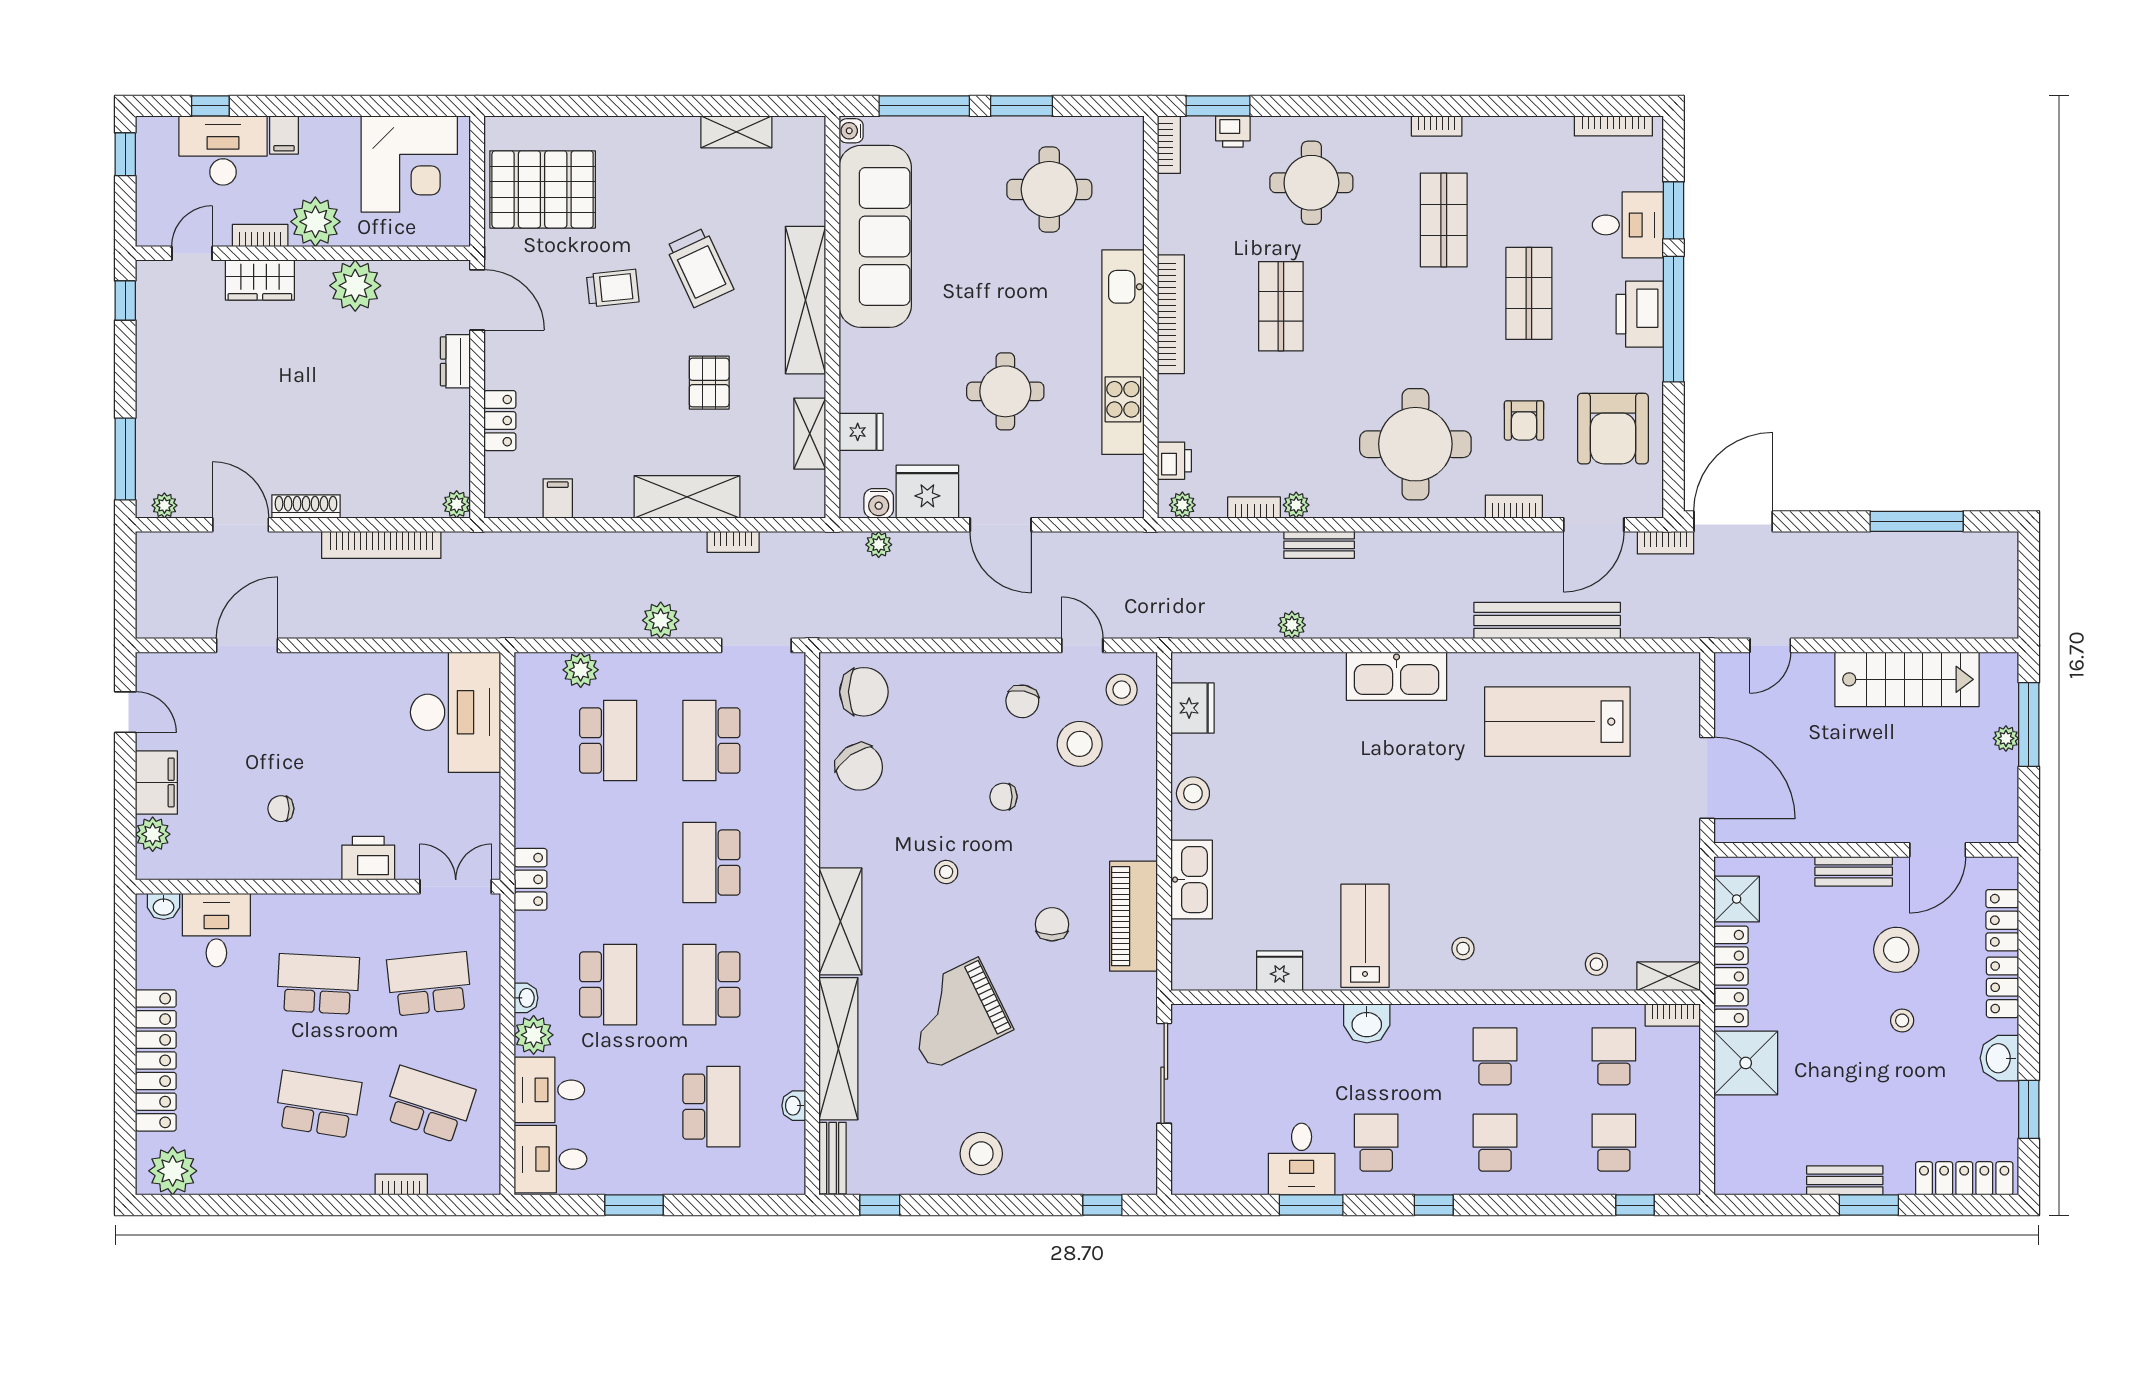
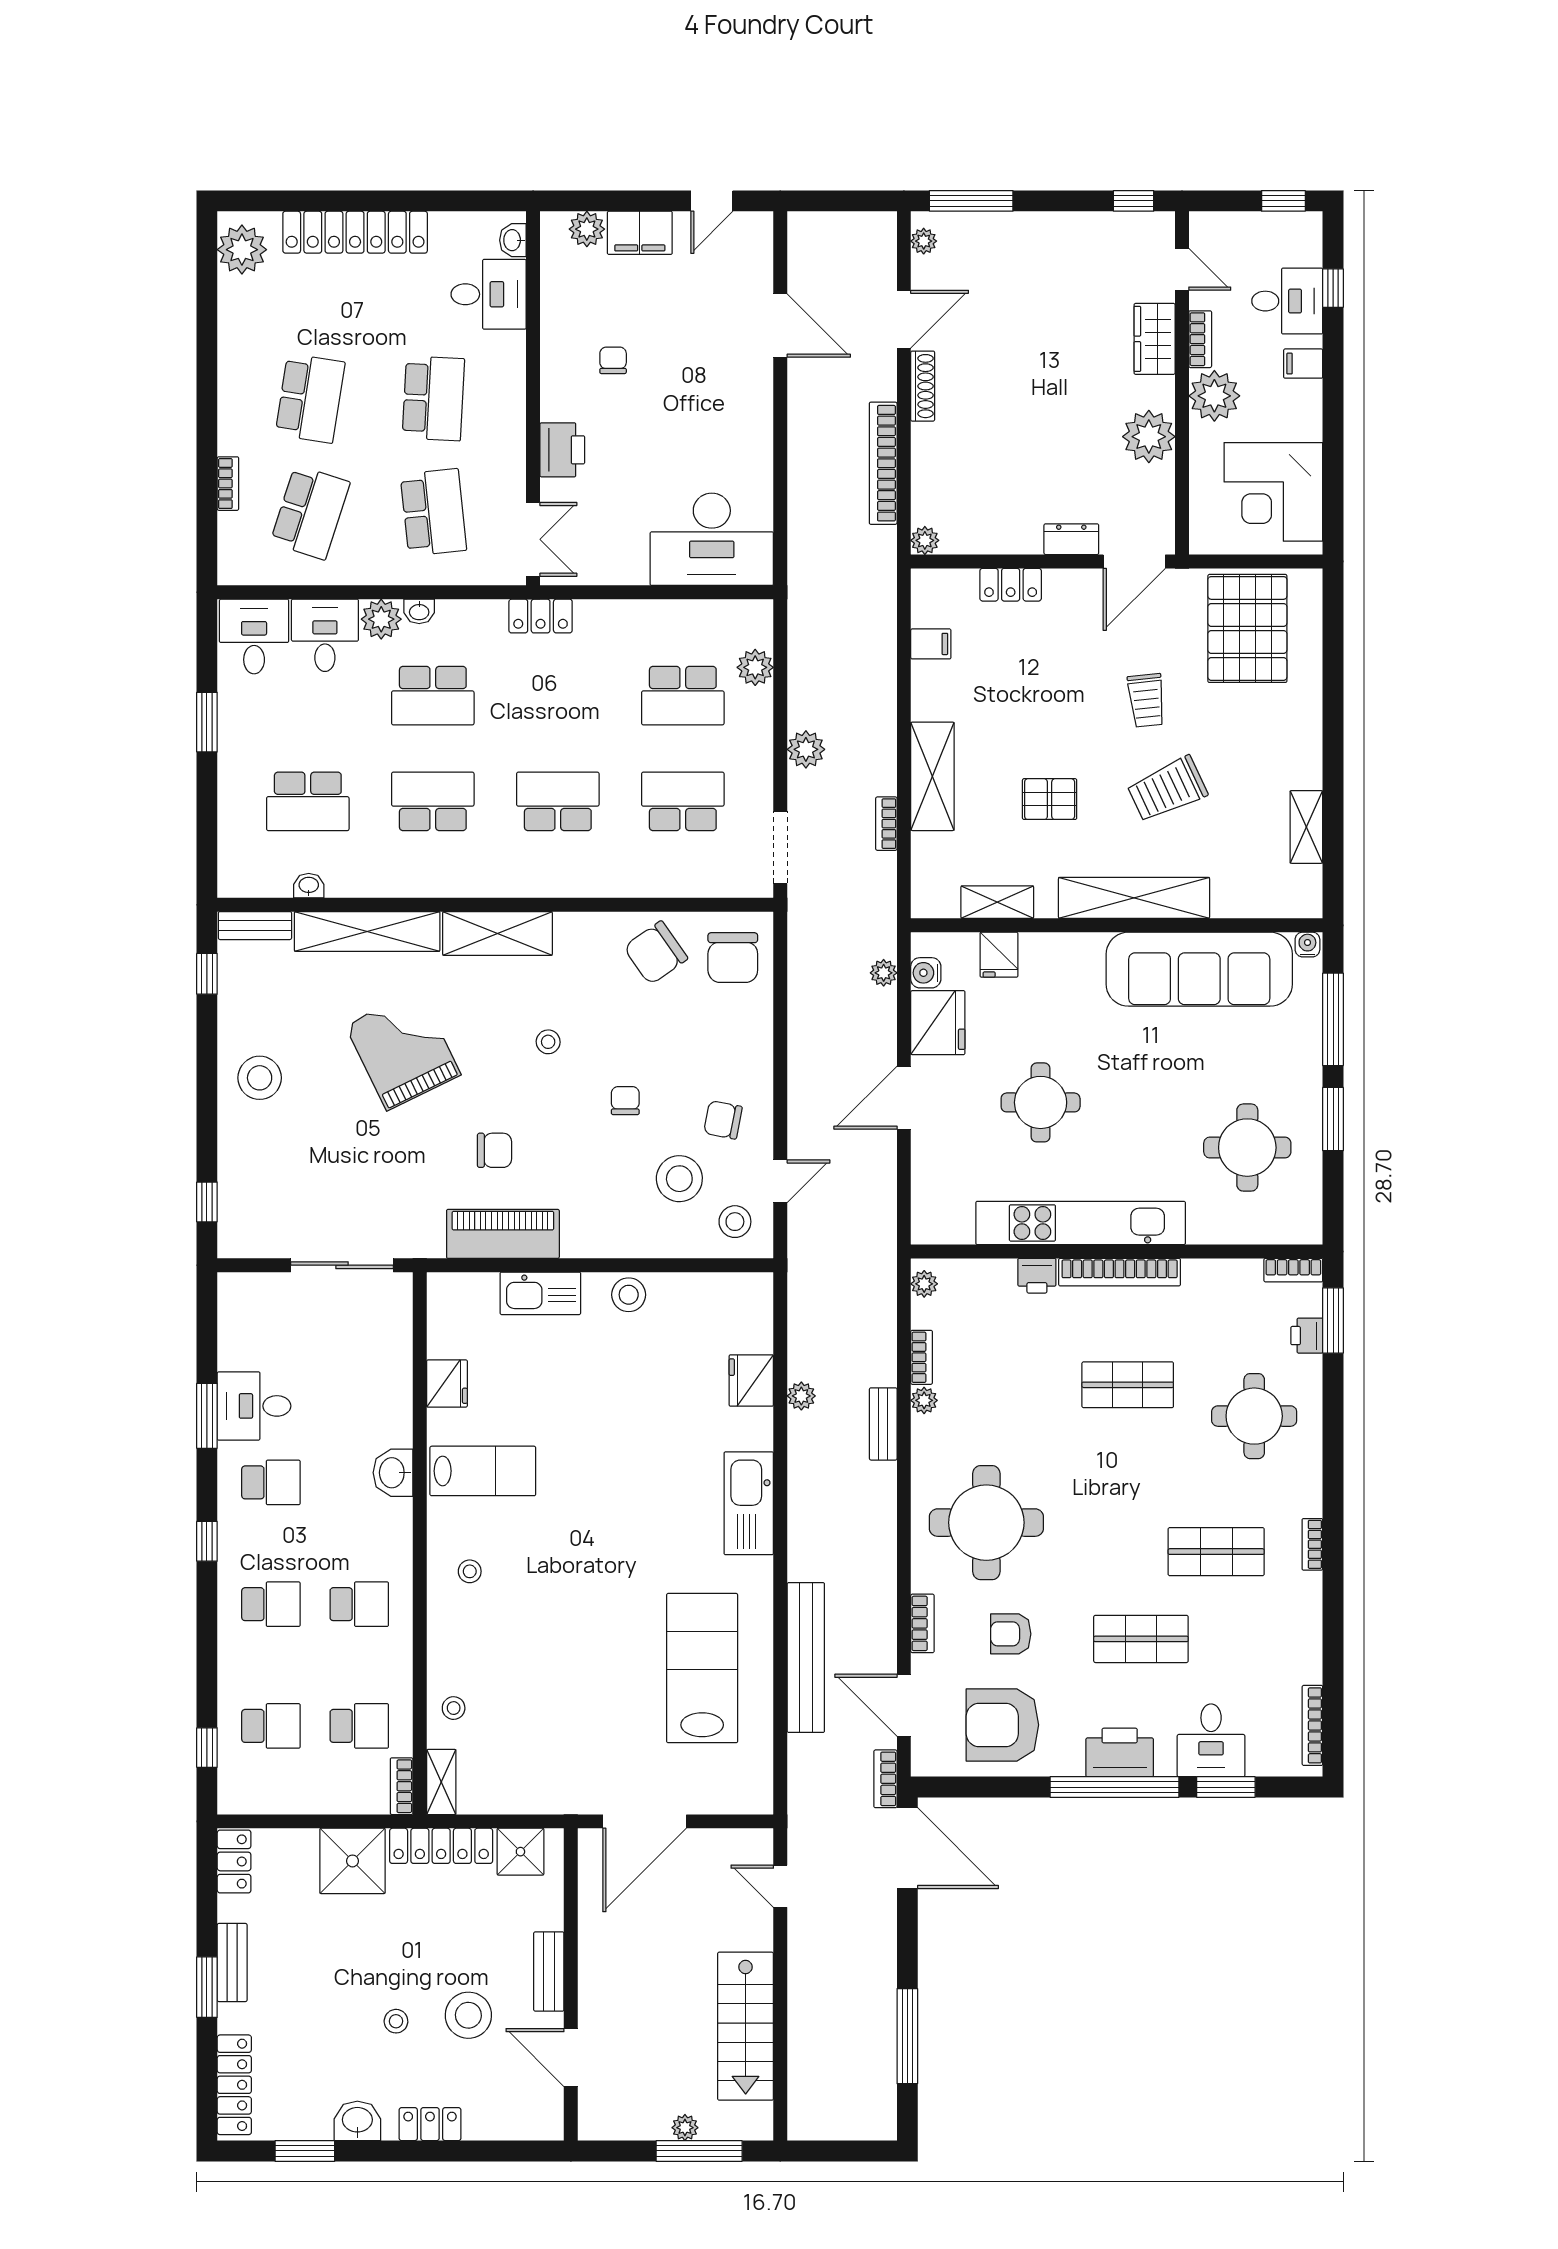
desk: (223, 151) -> (1287, 301), width x0.73
printer: (1174, 461) -> (1037, 1276), moved
fridge: (1192, 708) -> (751, 1381), moved, turned 90
locker: (2002, 920) -> (234, 1861), moved, turned 90

